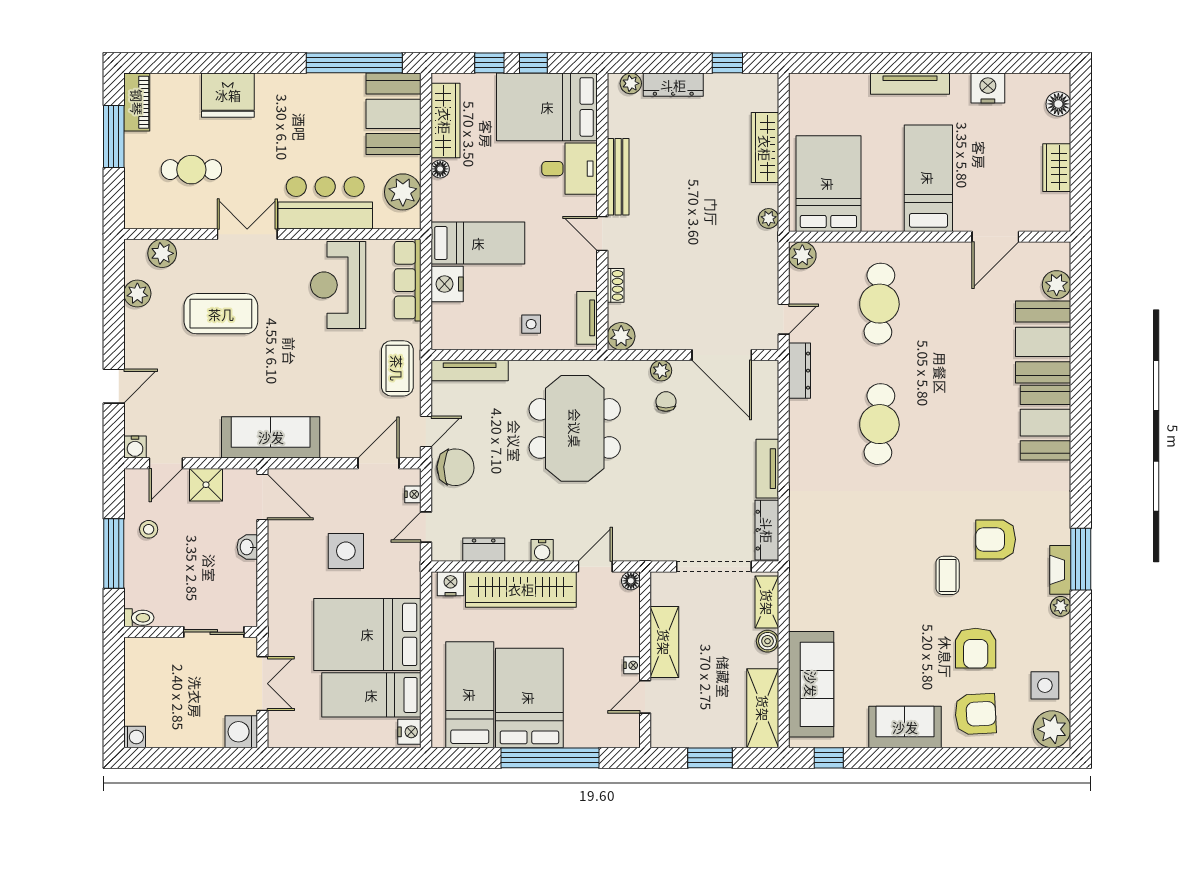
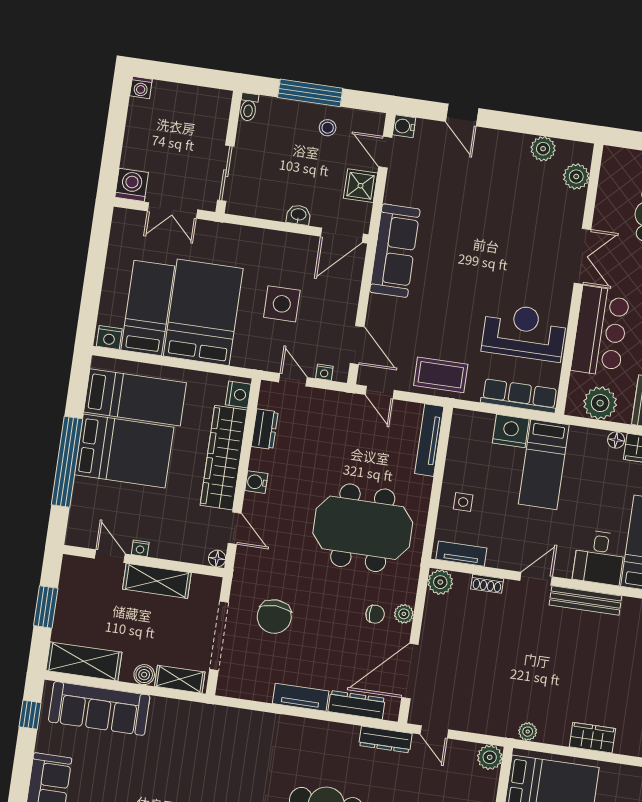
wardrobe: (765, 148) -> (592, 738), width x0.67
coffee table: (221, 314) -> (514, 222), removed
chair: (455, 467) -> (274, 617), moved
dresser: (767, 530) -> (357, 705), moved

